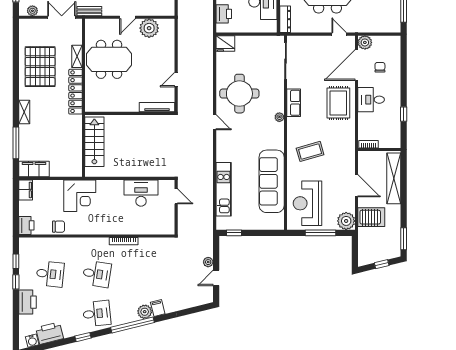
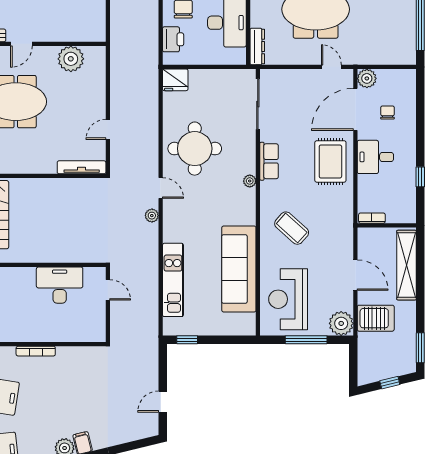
door: (128, 17) -> (21, 44), moved
coffee table: (310, 151) -> (292, 228), turned 58
plant: (208, 262) -> (152, 216), moved

